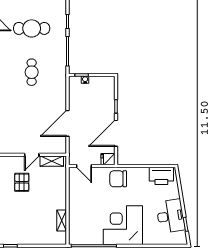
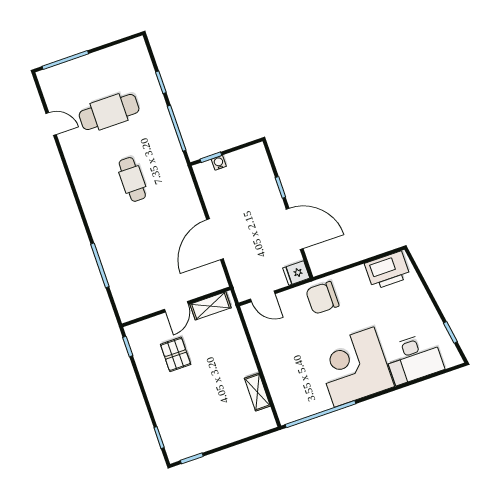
door: (116, 133) -> (295, 229), swing flipped
desk: (170, 216) -> (414, 358), moved, turned 99

